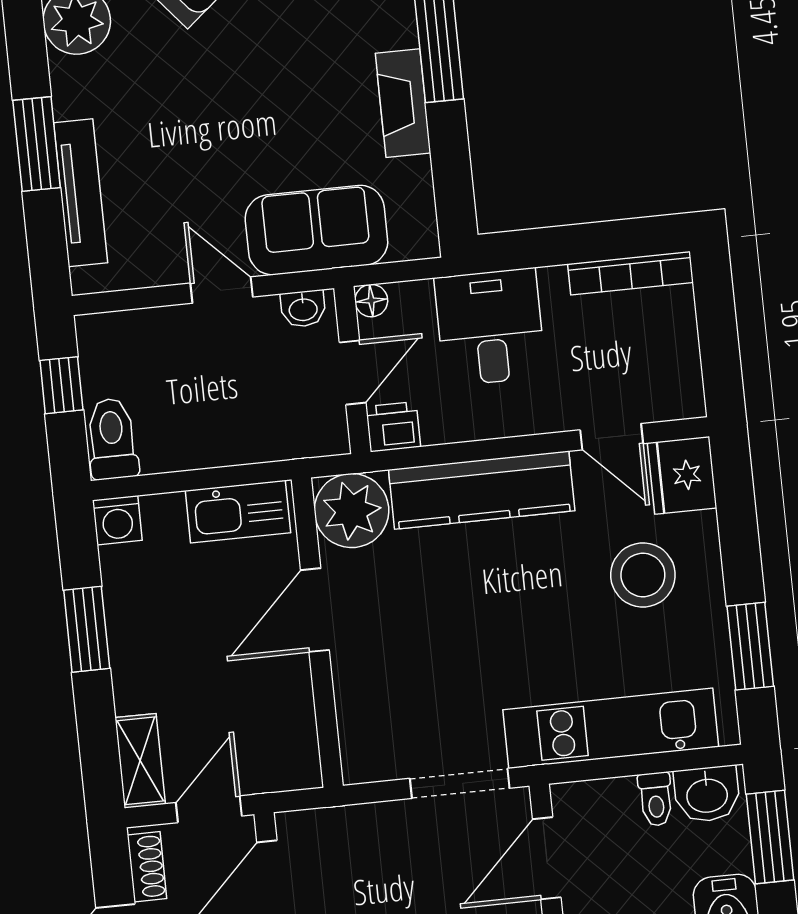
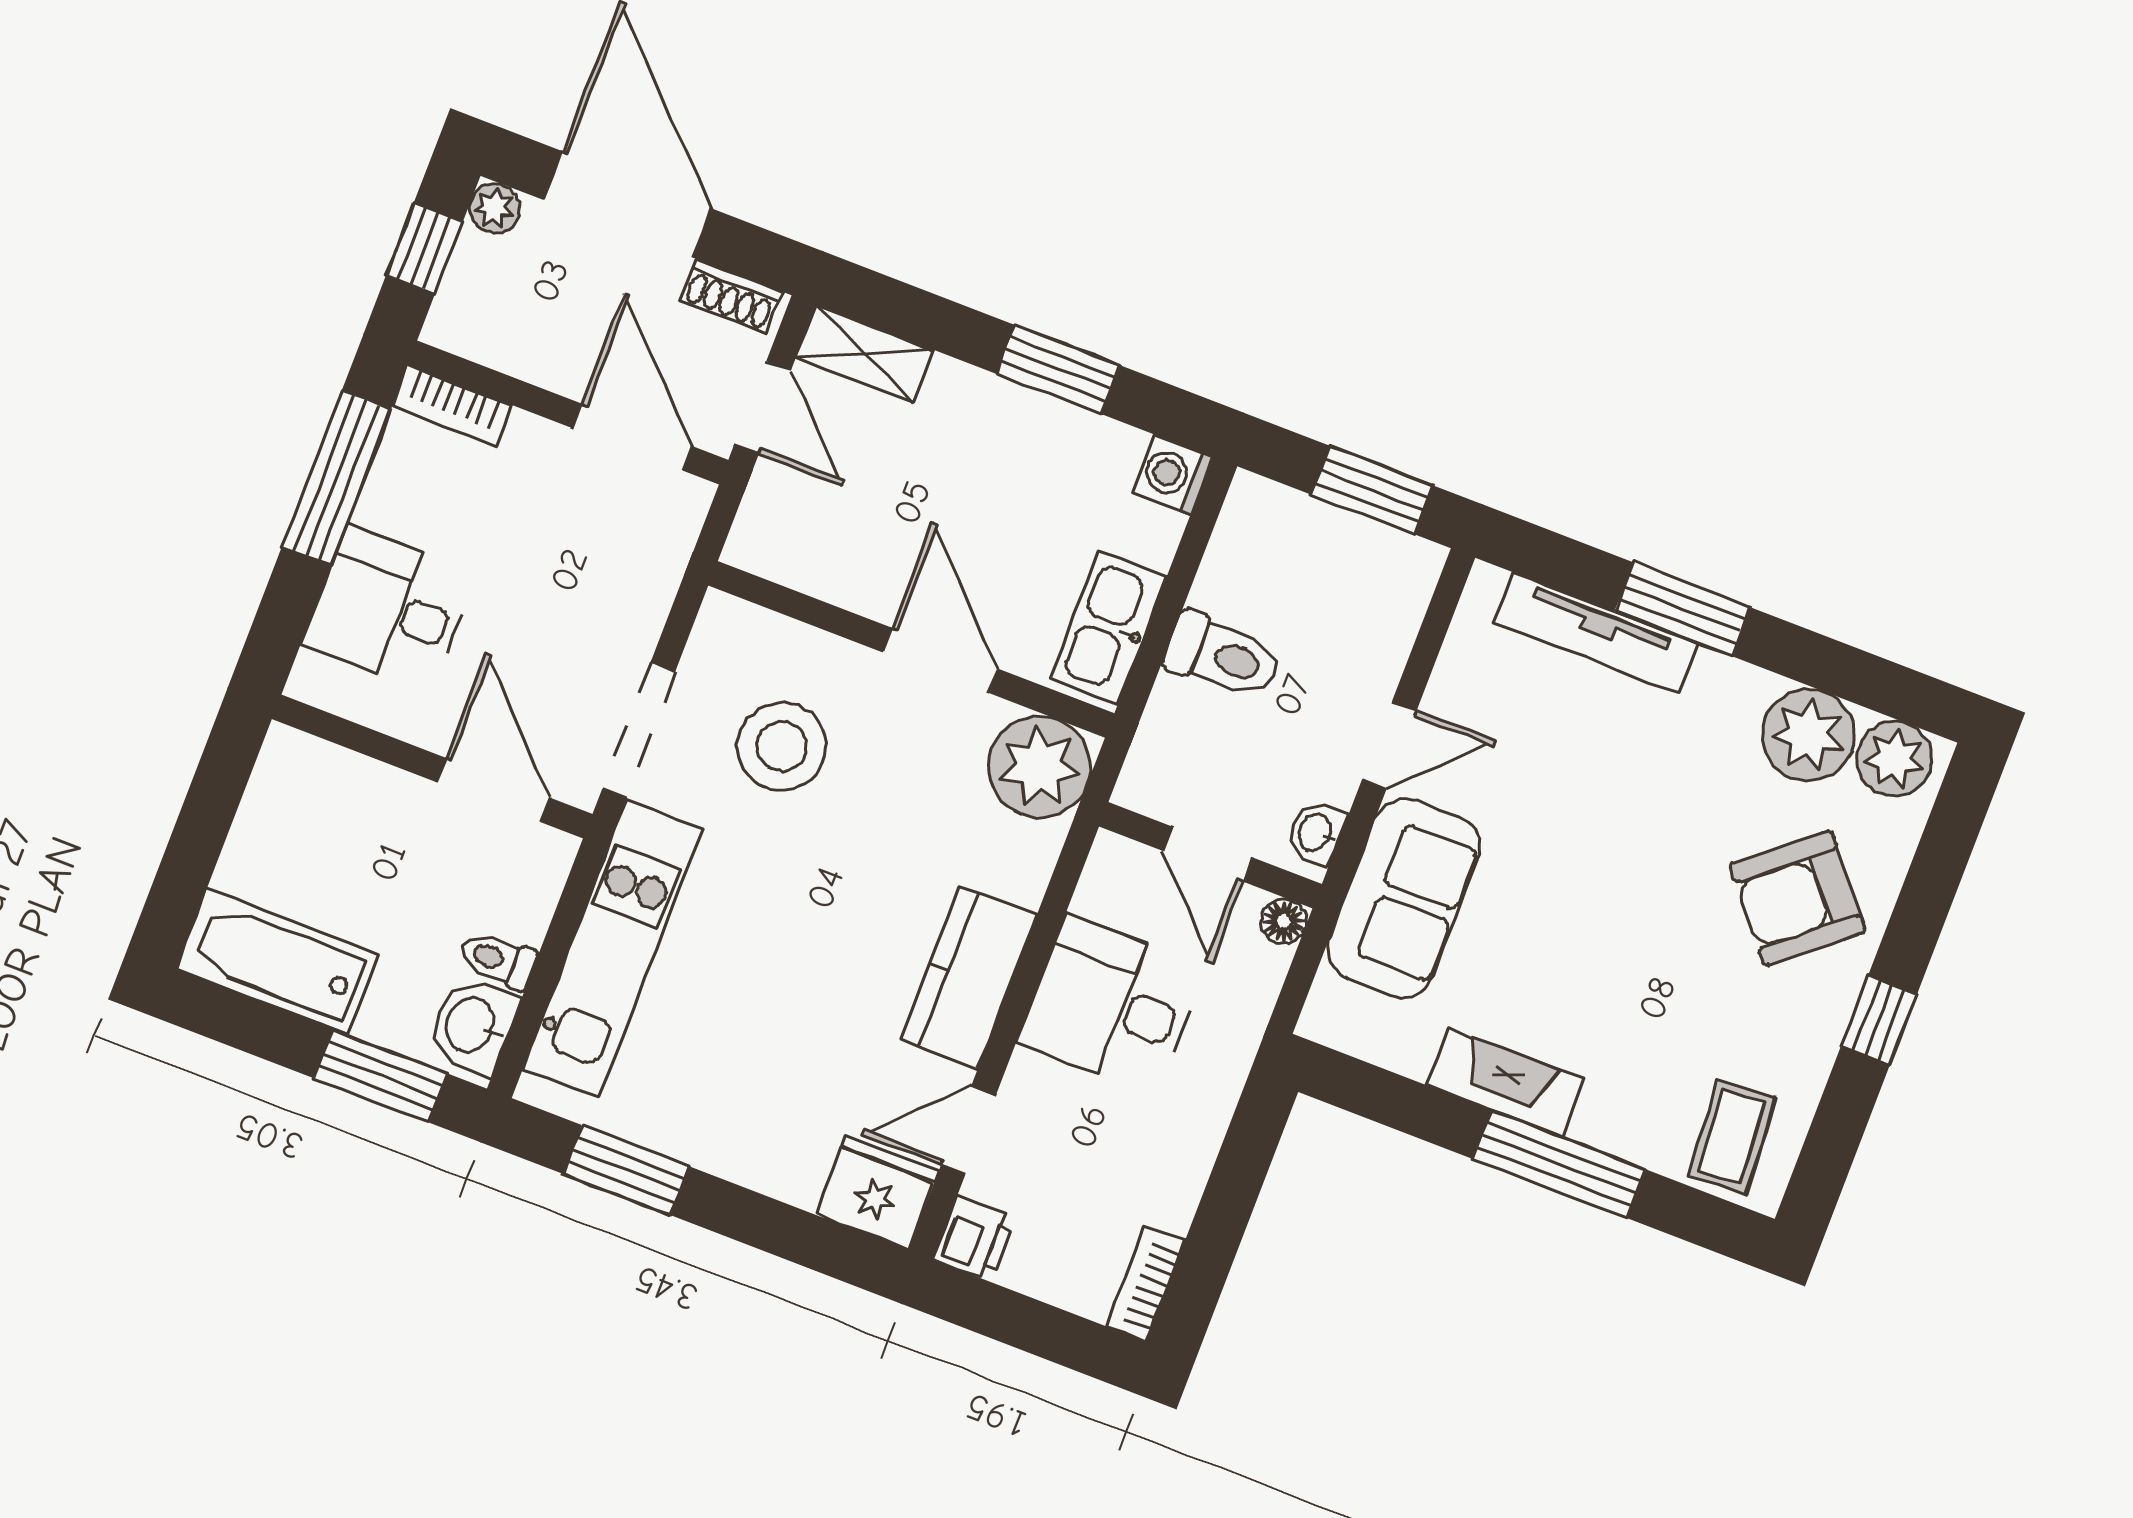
bookcase: (631, 273) -> (1145, 1284), width x0.64
desk: (490, 327) -> (1111, 1005), moved, turned 180
window: (61, 385) -> (1372, 490), width x1.50
printer: (393, 427) -> (974, 1239), moved
toilet: (112, 439) -> (1223, 656), moved
kitchen counter: (482, 490) -> (969, 977), width x0.67
stool: (643, 575) -> (782, 746), moved

